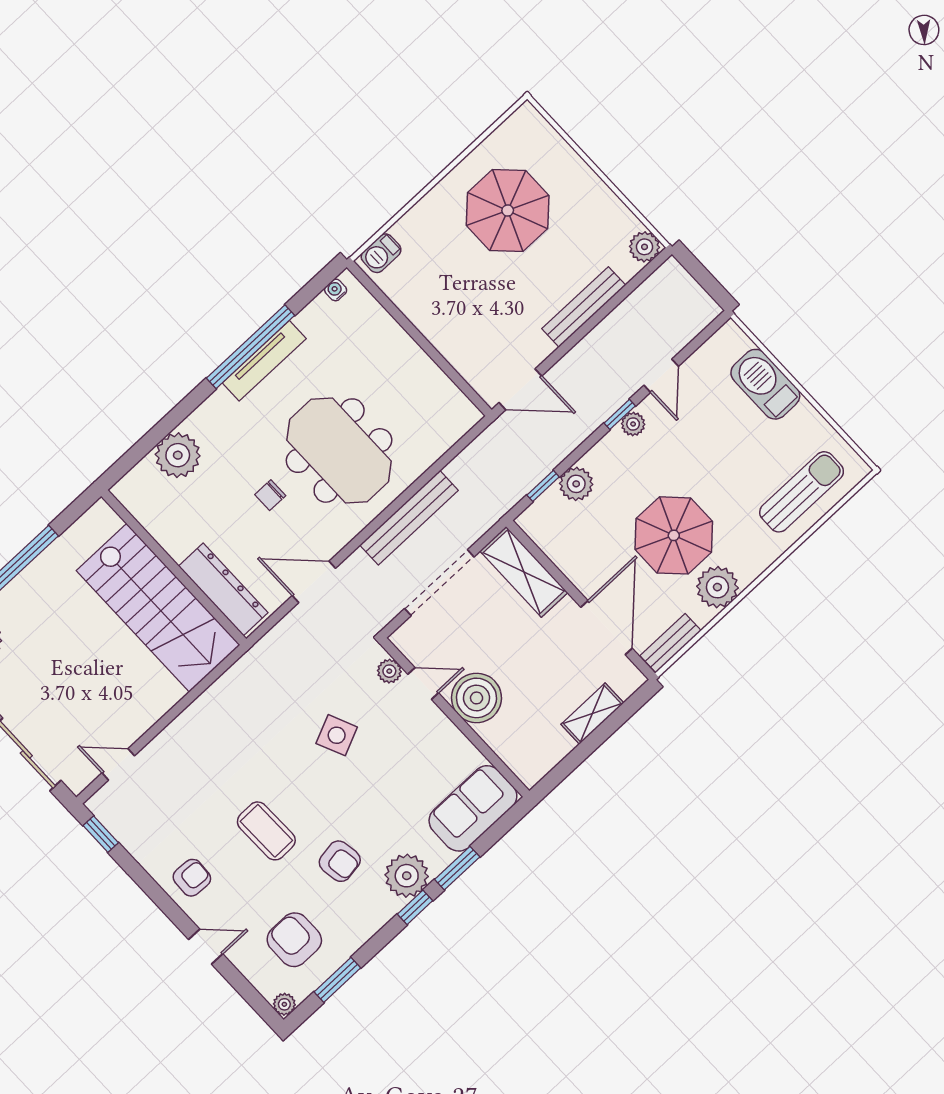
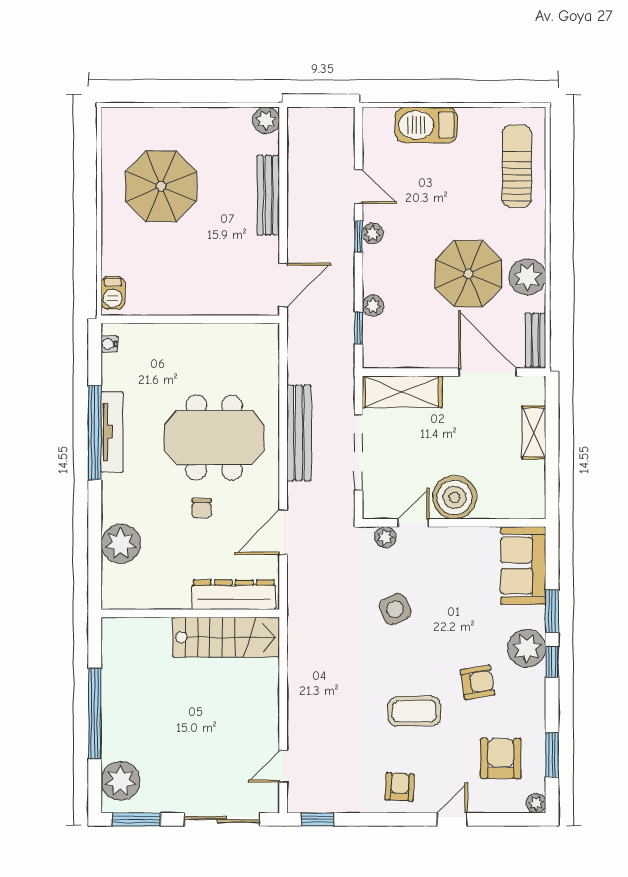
plant: (576, 484) -> (373, 306), width x0.73, depth x0.73
stairs: (158, 608) -> (226, 637), width x0.73, depth x0.66
armchair: (294, 940) -> (501, 758), turned 90

